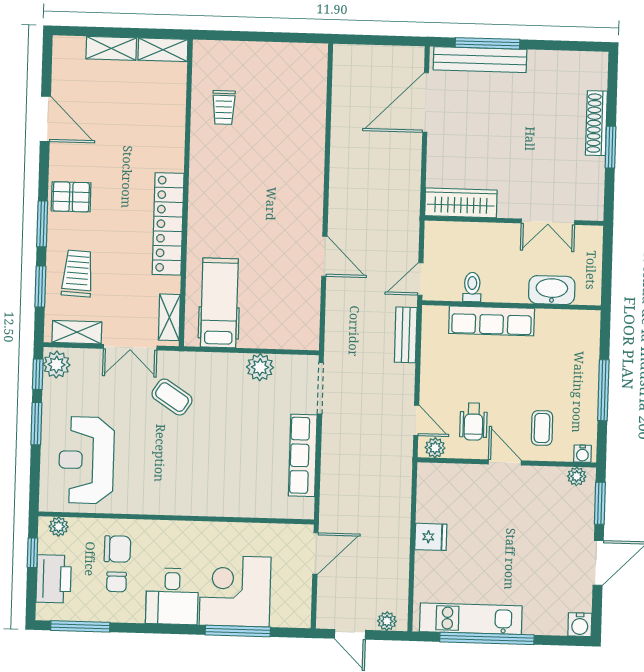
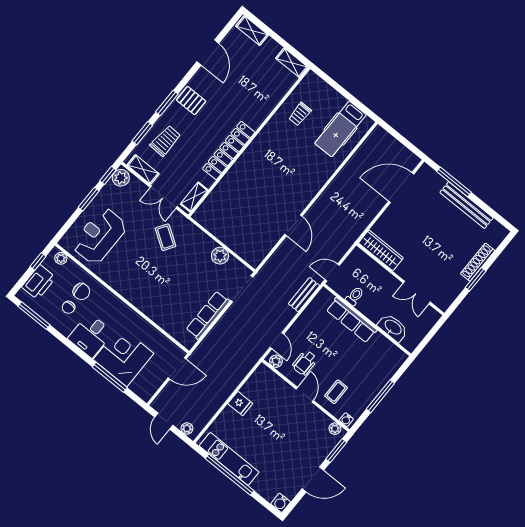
shelving: (111, 48) -> (252, 31), moved
bench: (480, 60) -> (467, 205), moved
hospital bed: (219, 303) -> (340, 129), moved, turned 180

